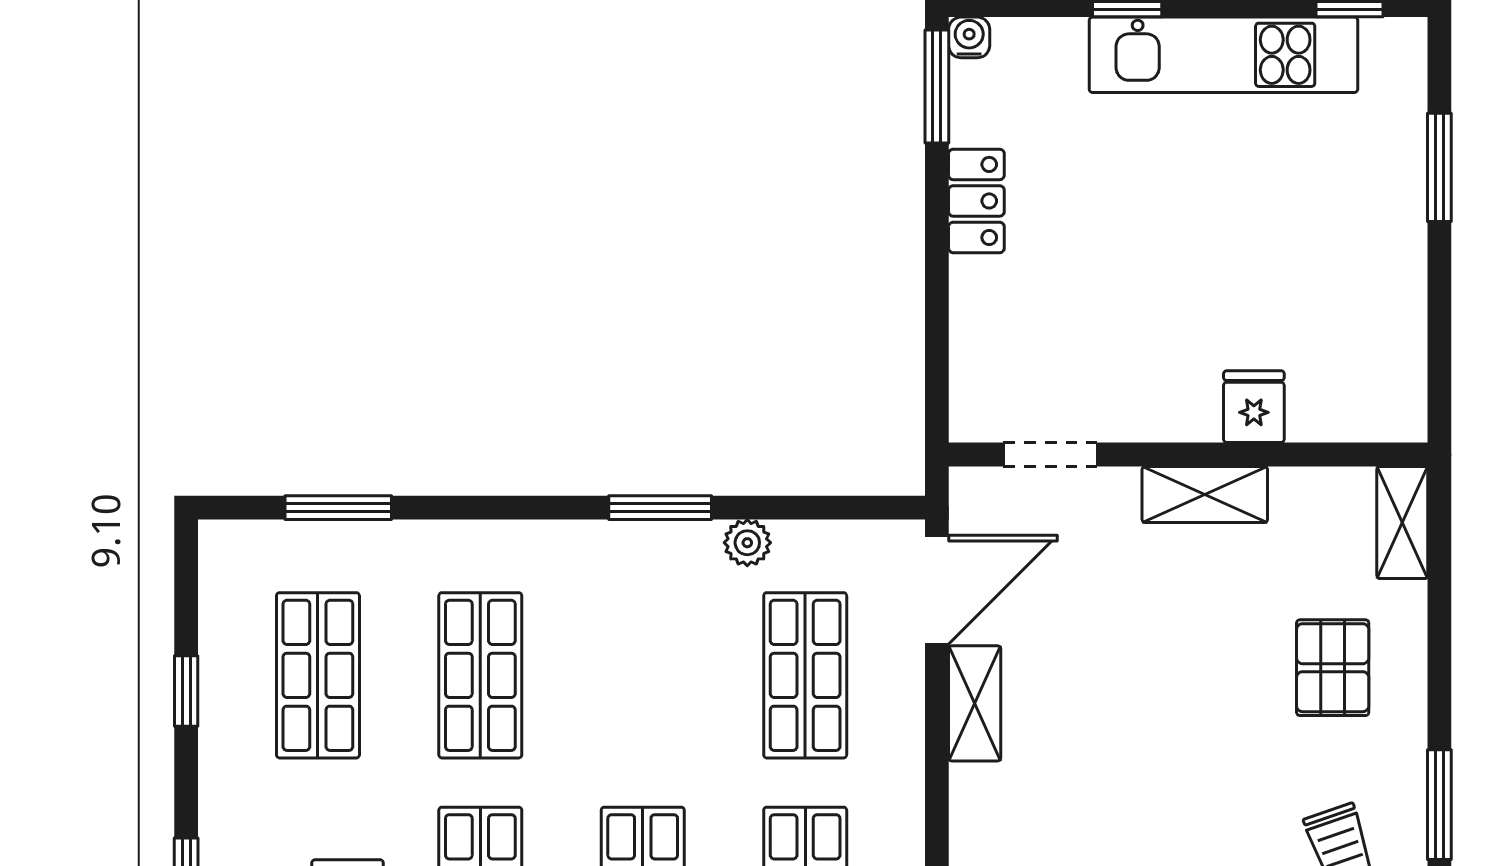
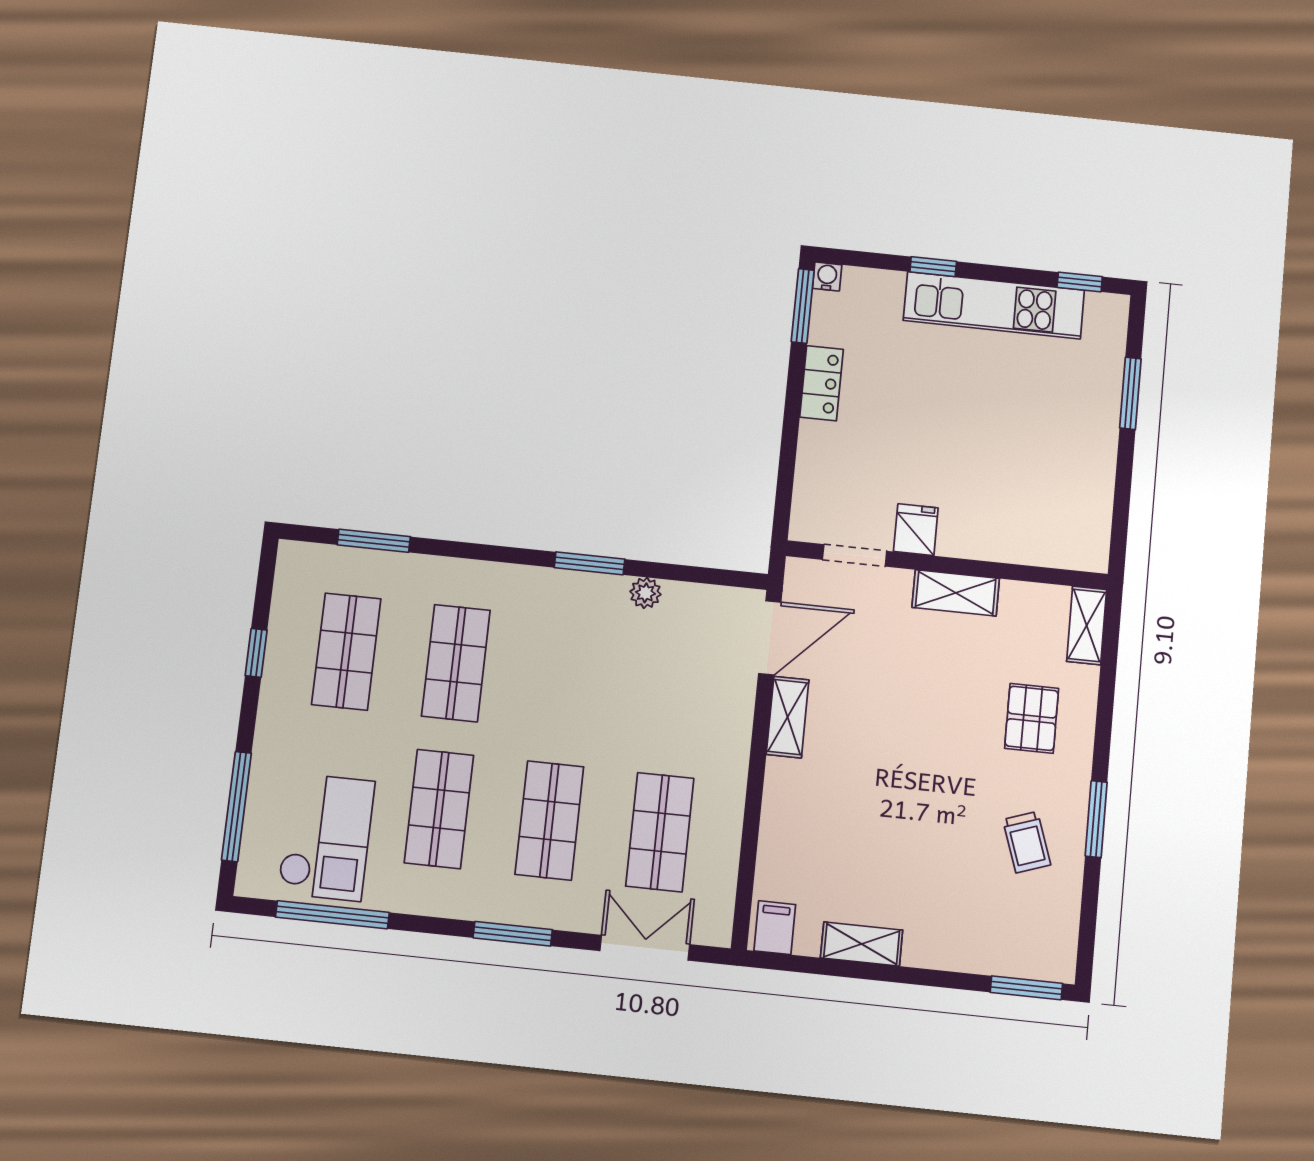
fridge: (1254, 407) -> (916, 530), moved
shop shelf: (805, 675) -> (675, 686), removed

